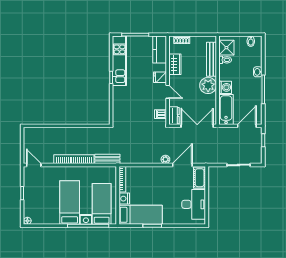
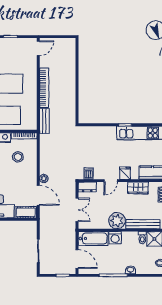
double door: (197, 126) -> (77, 210), width x0.73
stool: (144, 186) -> (18, 157), added

